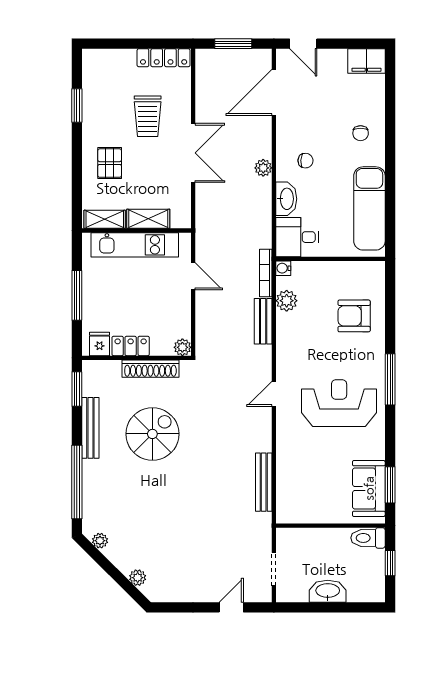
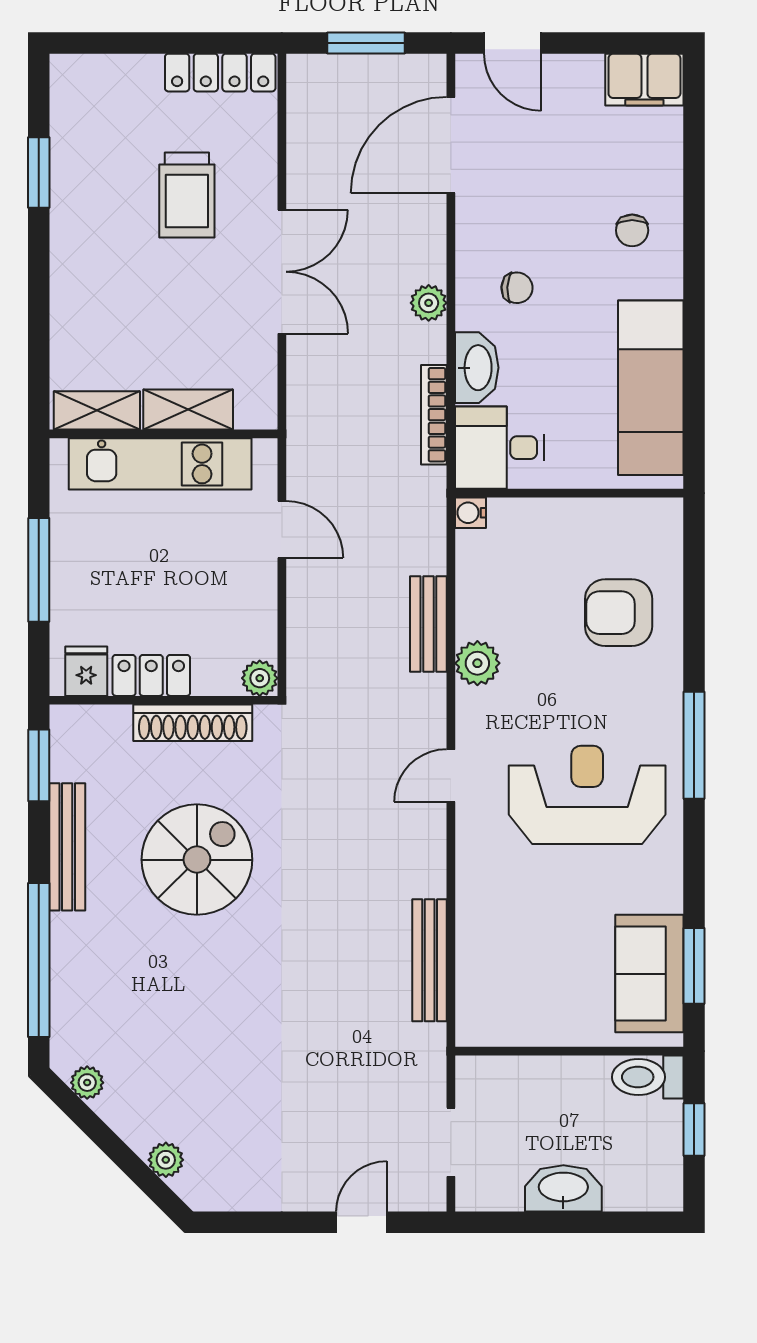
pallet: (110, 163) -> (107, 293), removed
bookcase: (266, 273) -> (434, 415), moved
plant: (287, 301) -> (477, 663), moved

